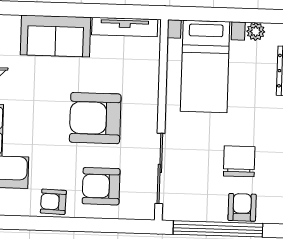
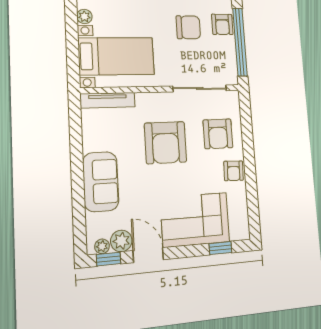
tv unit: (125, 27) -> (108, 100), moved, turned 90
chair: (239, 161) -> (188, 27), turned 180
armchair: (242, 207) -> (222, 24), turned -90

